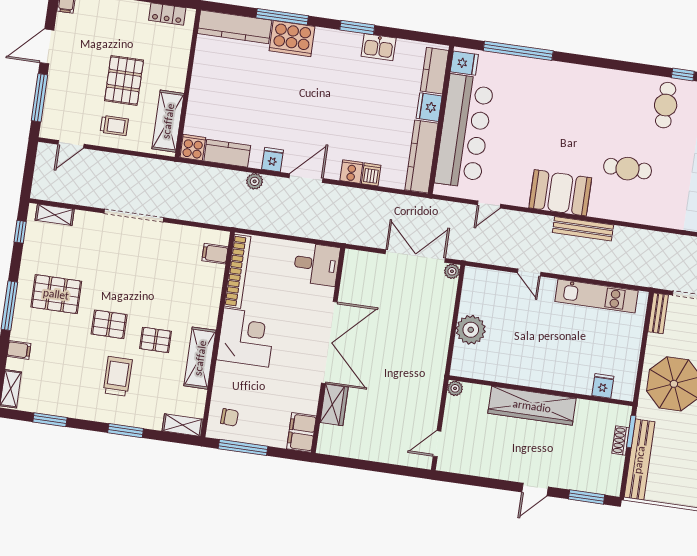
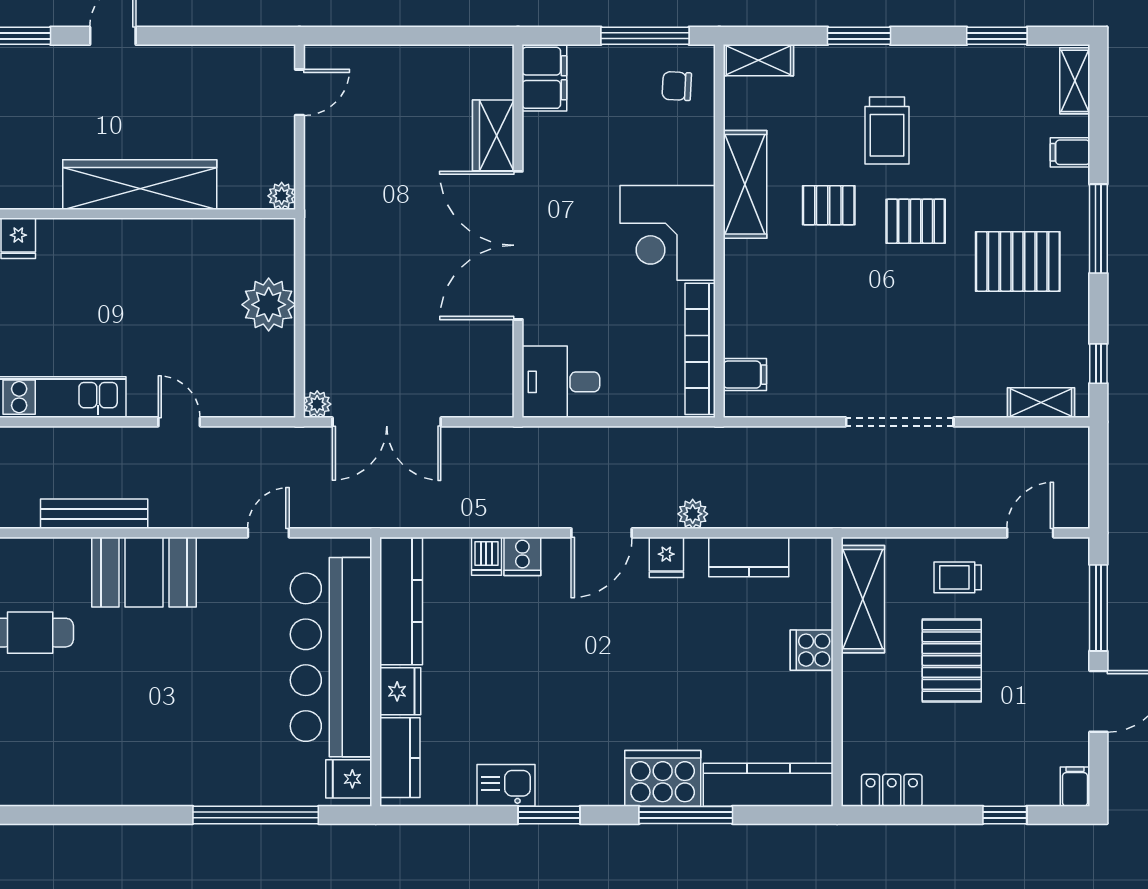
cooker: (193, 148) -> (812, 650), moved, turned 90

